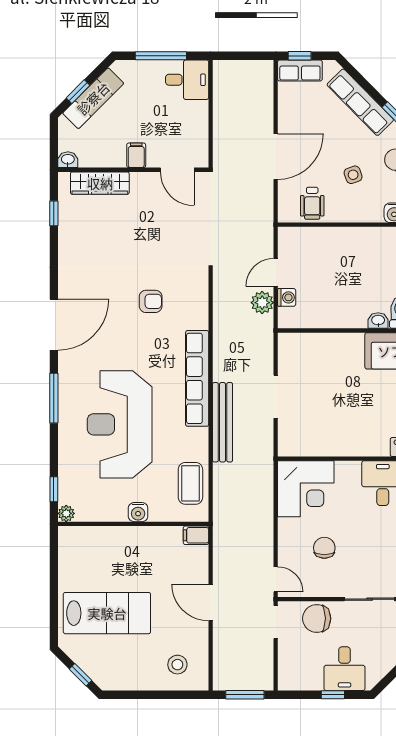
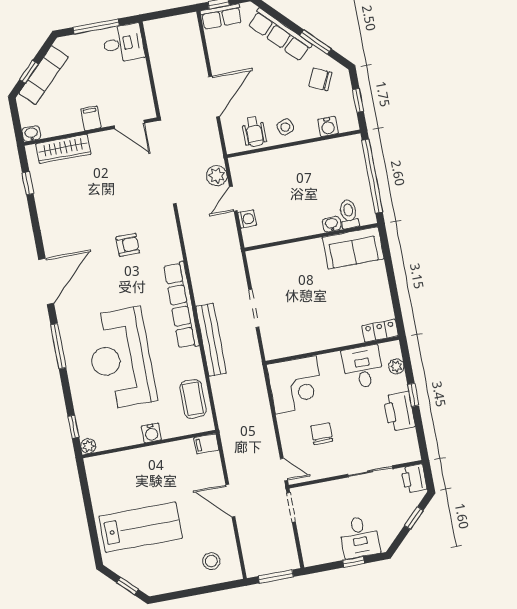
side table: (353, 175) -> (285, 127), moved
plant: (262, 303) -> (217, 176), moved
chair: (317, 618) -> (327, 497), removed

